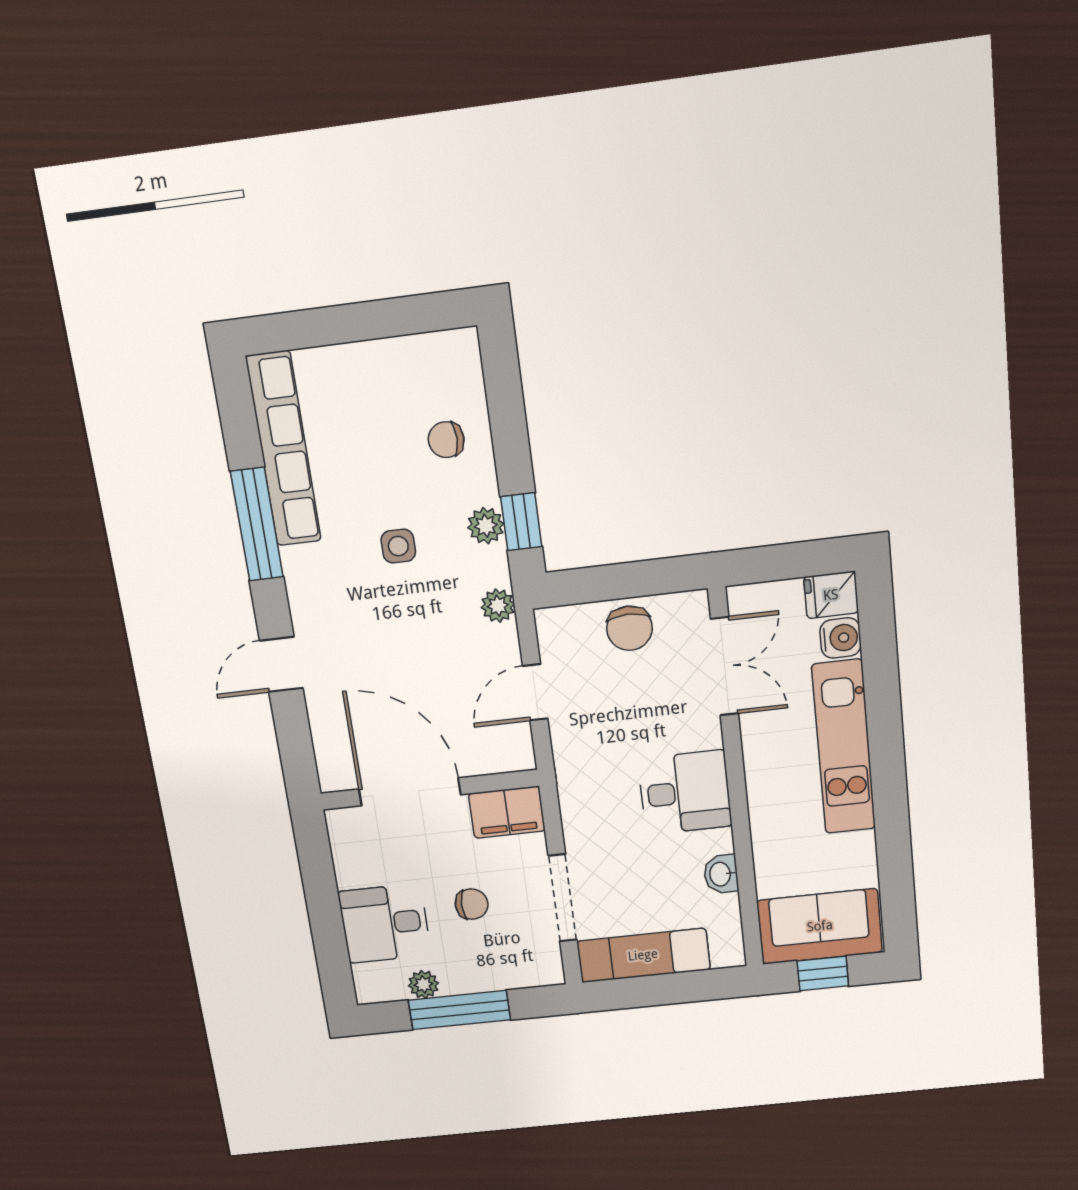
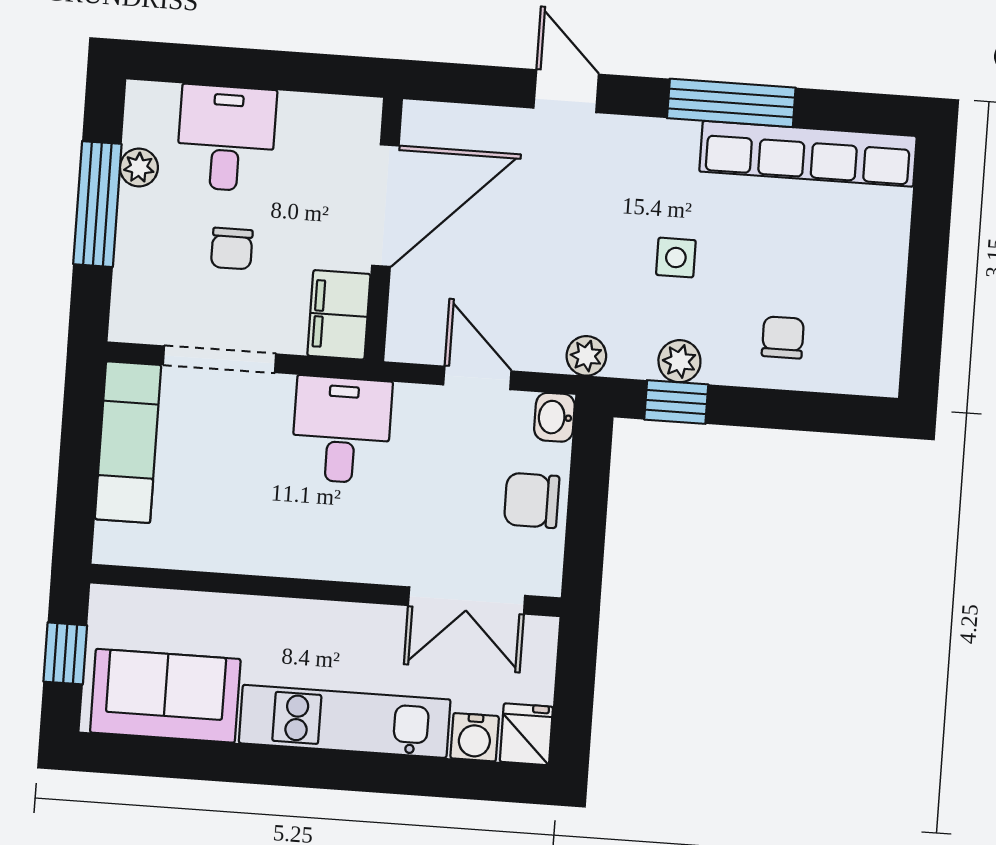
desk: (685, 792) -> (342, 430), moved, turned 180
washbasin: (721, 874) -> (554, 417), moved, turned -90
sofa: (820, 926) -> (165, 696), moved, turned -90

